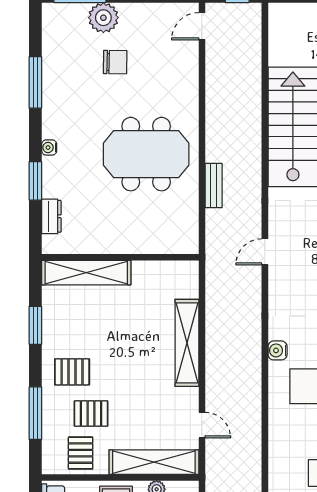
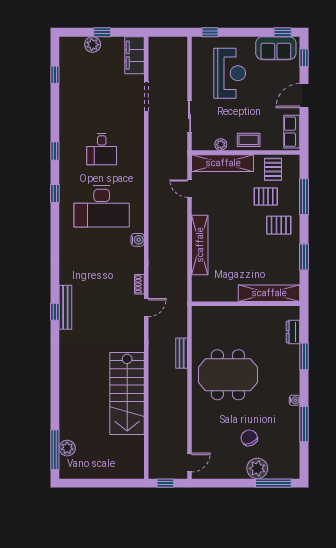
chair: (115, 62) -> (249, 438), turned 64
water cooler: (49, 147) -> (295, 400), moved
shoe rack: (275, 286) -> (139, 284), added

